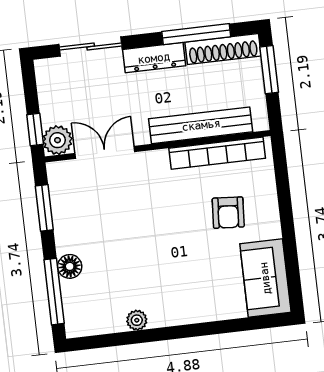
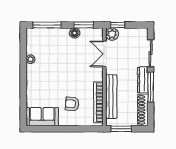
window: (196, 34) -> (151, 87), moved
window: (269, 70) -> (121, 129), moved
double door: (105, 152) -> (104, 54), swing flipped
floor lamp: (70, 266) -> (75, 33), moved

